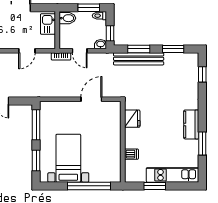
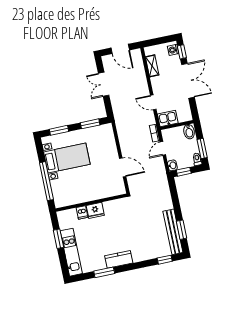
kitchen sink: (48, 24) -> (168, 118), moved
window: (139, 49) -> (175, 200), removed
bench: (139, 59) -> (173, 232), moved
fridge: (132, 119) -> (95, 210), moved
window: (36, 125) -> (90, 124), width x0.69

